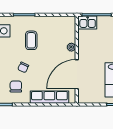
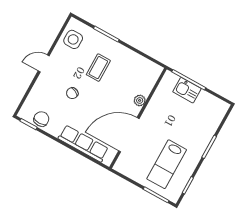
kitchen sink: (88, 23) -> (187, 90), moved
chair: (16, 86) -> (41, 119), moved

